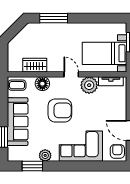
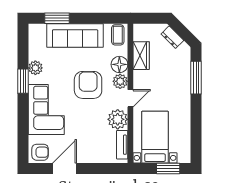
dresser: (19, 38) -> (172, 37), added
plant: (57, 83) -> (120, 81), added
armchair: (60, 110) -> (88, 85), turned 180
window: (32, 166) -> (23, 81), moved

